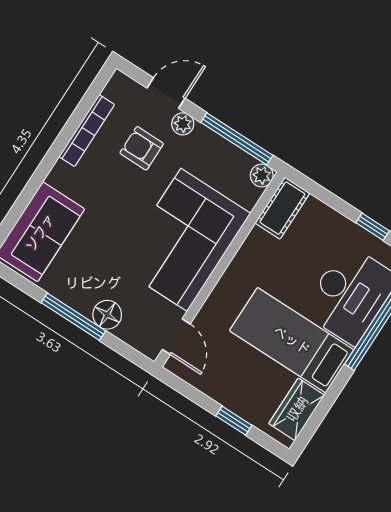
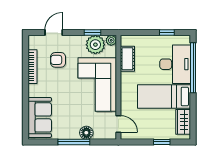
plant: (183, 124) -> (95, 45), moved, width x1.88, depth x1.88
window: (237, 139) -> (92, 32), width x0.46
cot: (282, 208) -> (127, 59), moved

